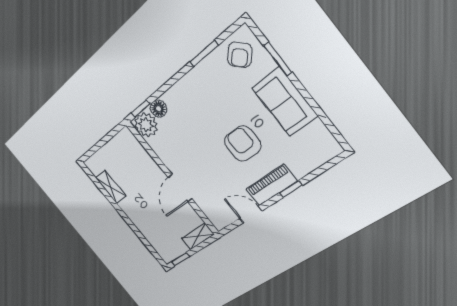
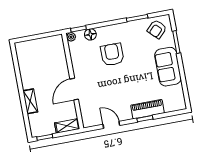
plant: (146, 125) -> (71, 37), width x0.53, depth x0.53
armchair: (243, 144) -> (112, 55), moved
piano: (271, 185) -> (147, 109), moved
shelving: (111, 187) -> (30, 101), moved

